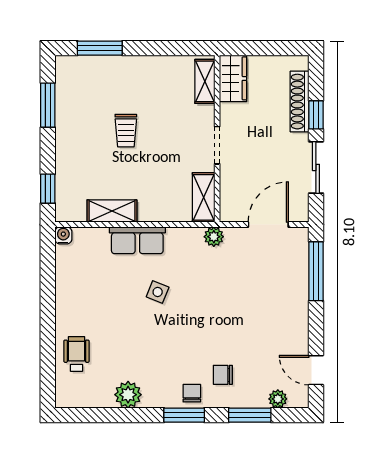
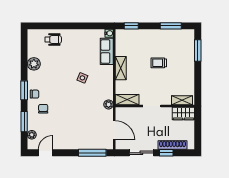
shelving: (112, 211) -> (121, 68), moved
row of seats: (137, 240) -> (107, 51), moved

